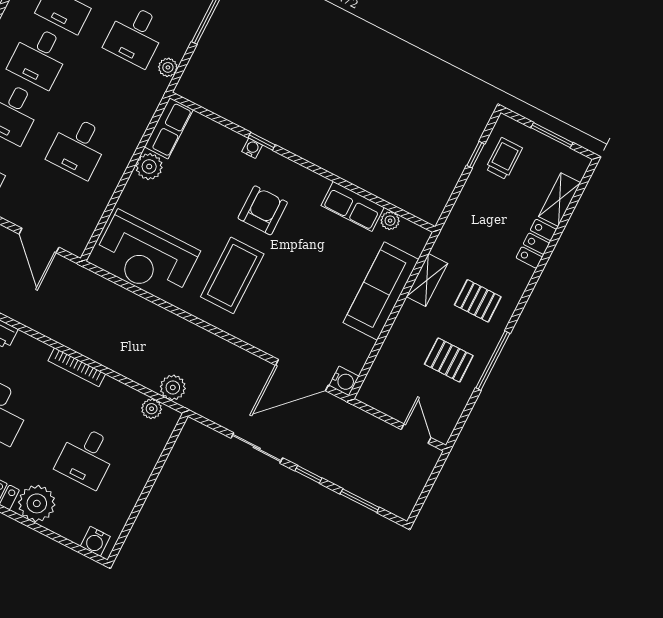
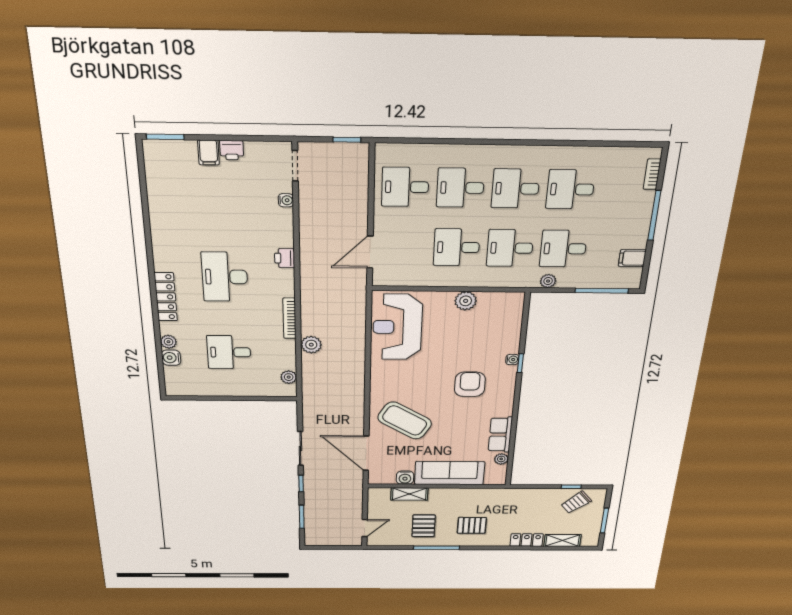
desk: (107, 91) -> (510, 248), added
row of seats: (169, 128) -> (501, 301), removed
trolley: (504, 159) -> (576, 502), turned 140
armchair: (263, 210) -> (470, 384), turned -90
coffee table: (232, 275) -> (405, 421), moved, turned 31
shelving: (427, 280) -> (409, 494), moved
pallet: (478, 301) -> (472, 525), turned 90
water cooler: (344, 381) -> (405, 478), moved
plant: (173, 388) -> (311, 345), moved
plant: (37, 503) -> (168, 342), width x0.53, depth x0.53
water cooler: (95, 541) -> (171, 358), moved

